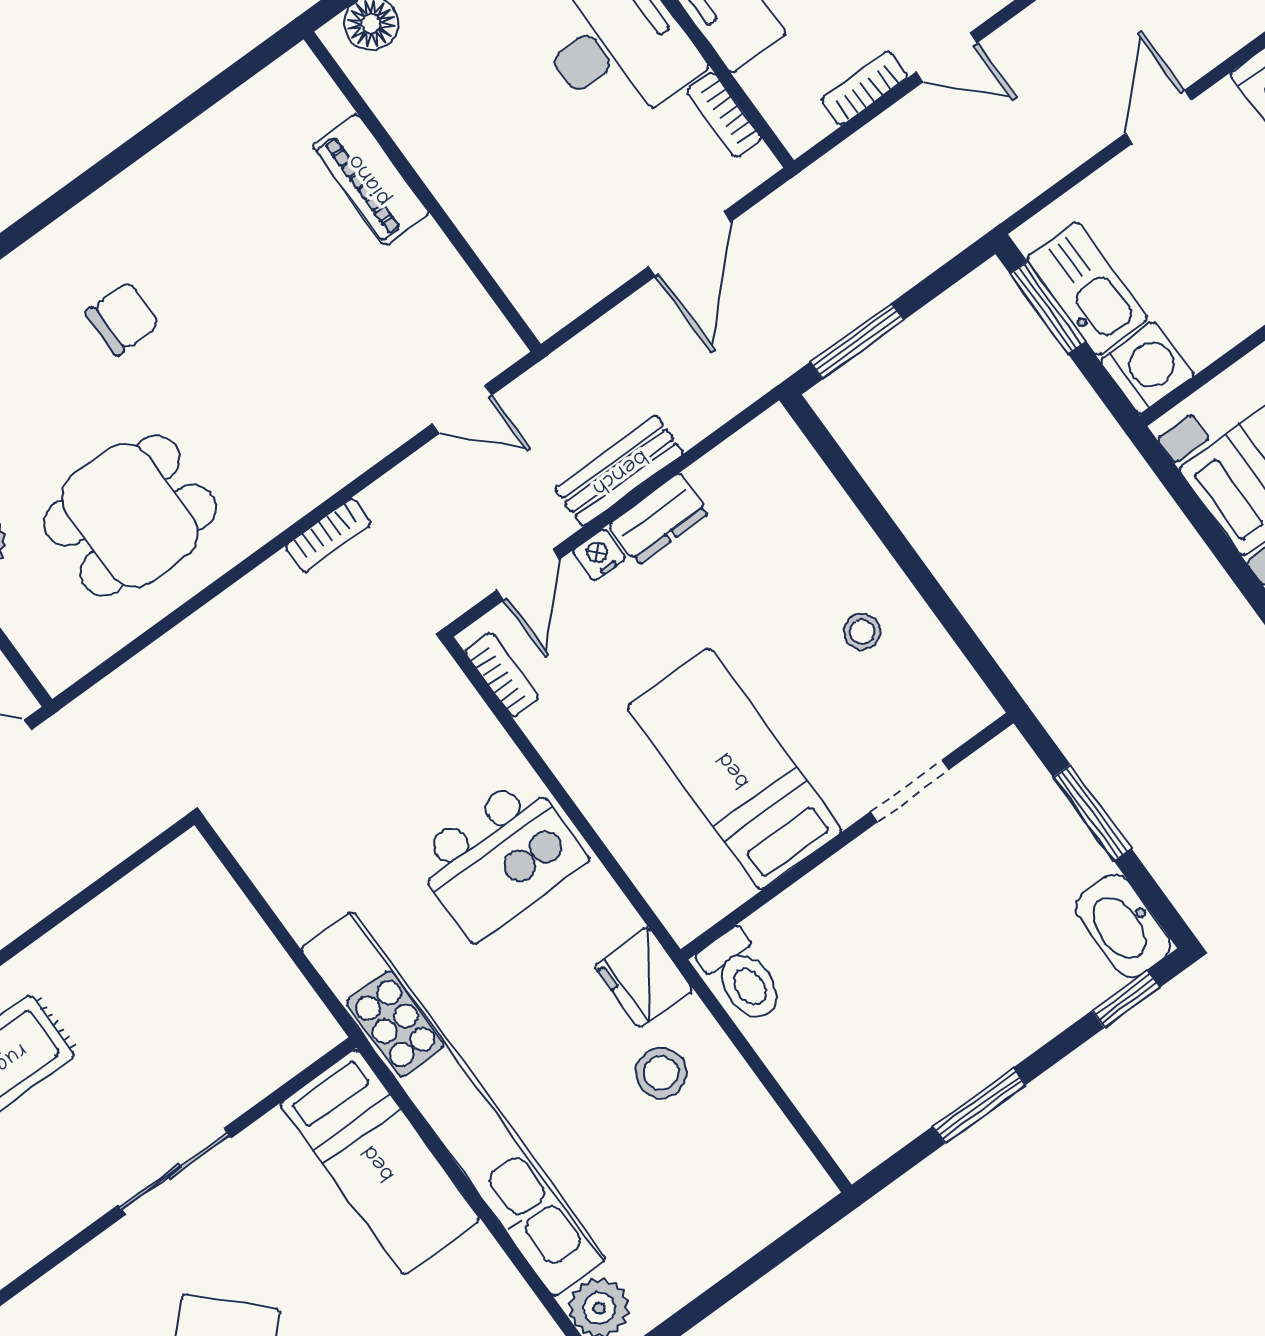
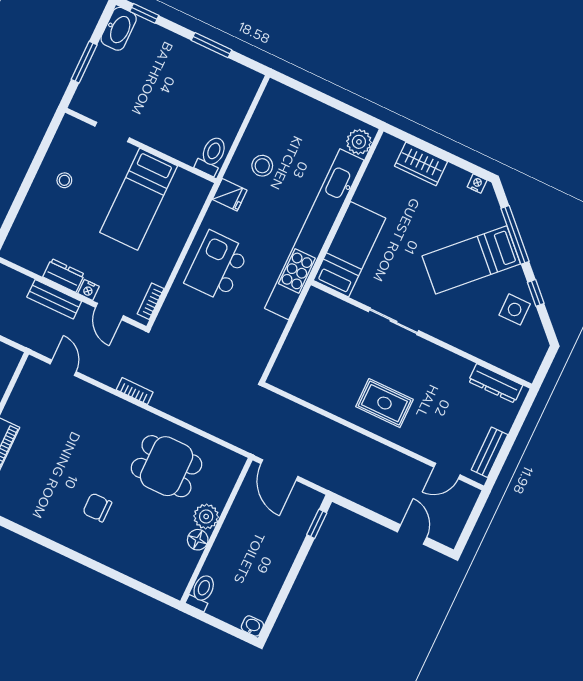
door: (528, 575) -> (110, 312), swing flipped
kitchen island: (500, 858) -> (217, 266), turned -90
fridge: (644, 978) -> (230, 195), width x0.72

